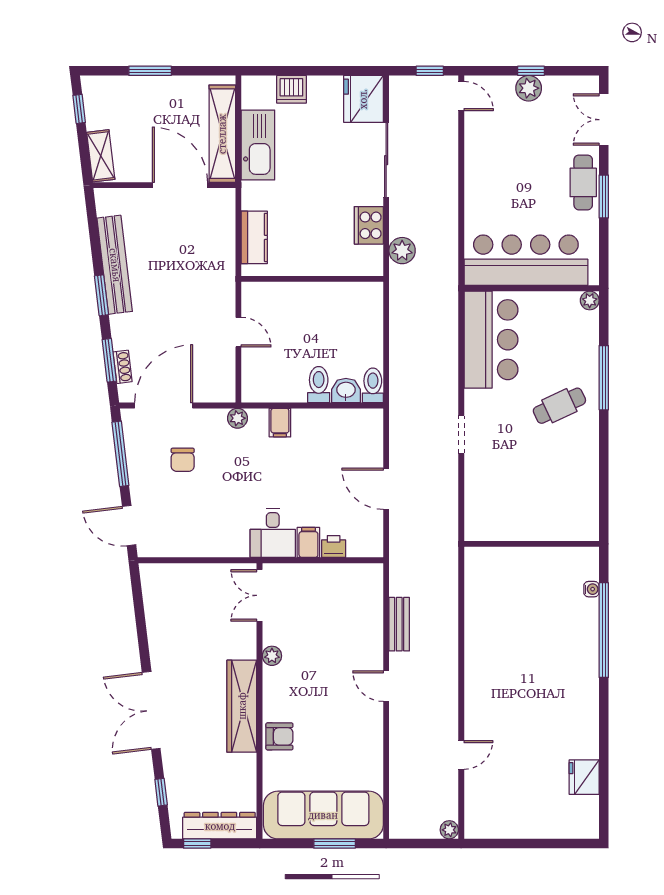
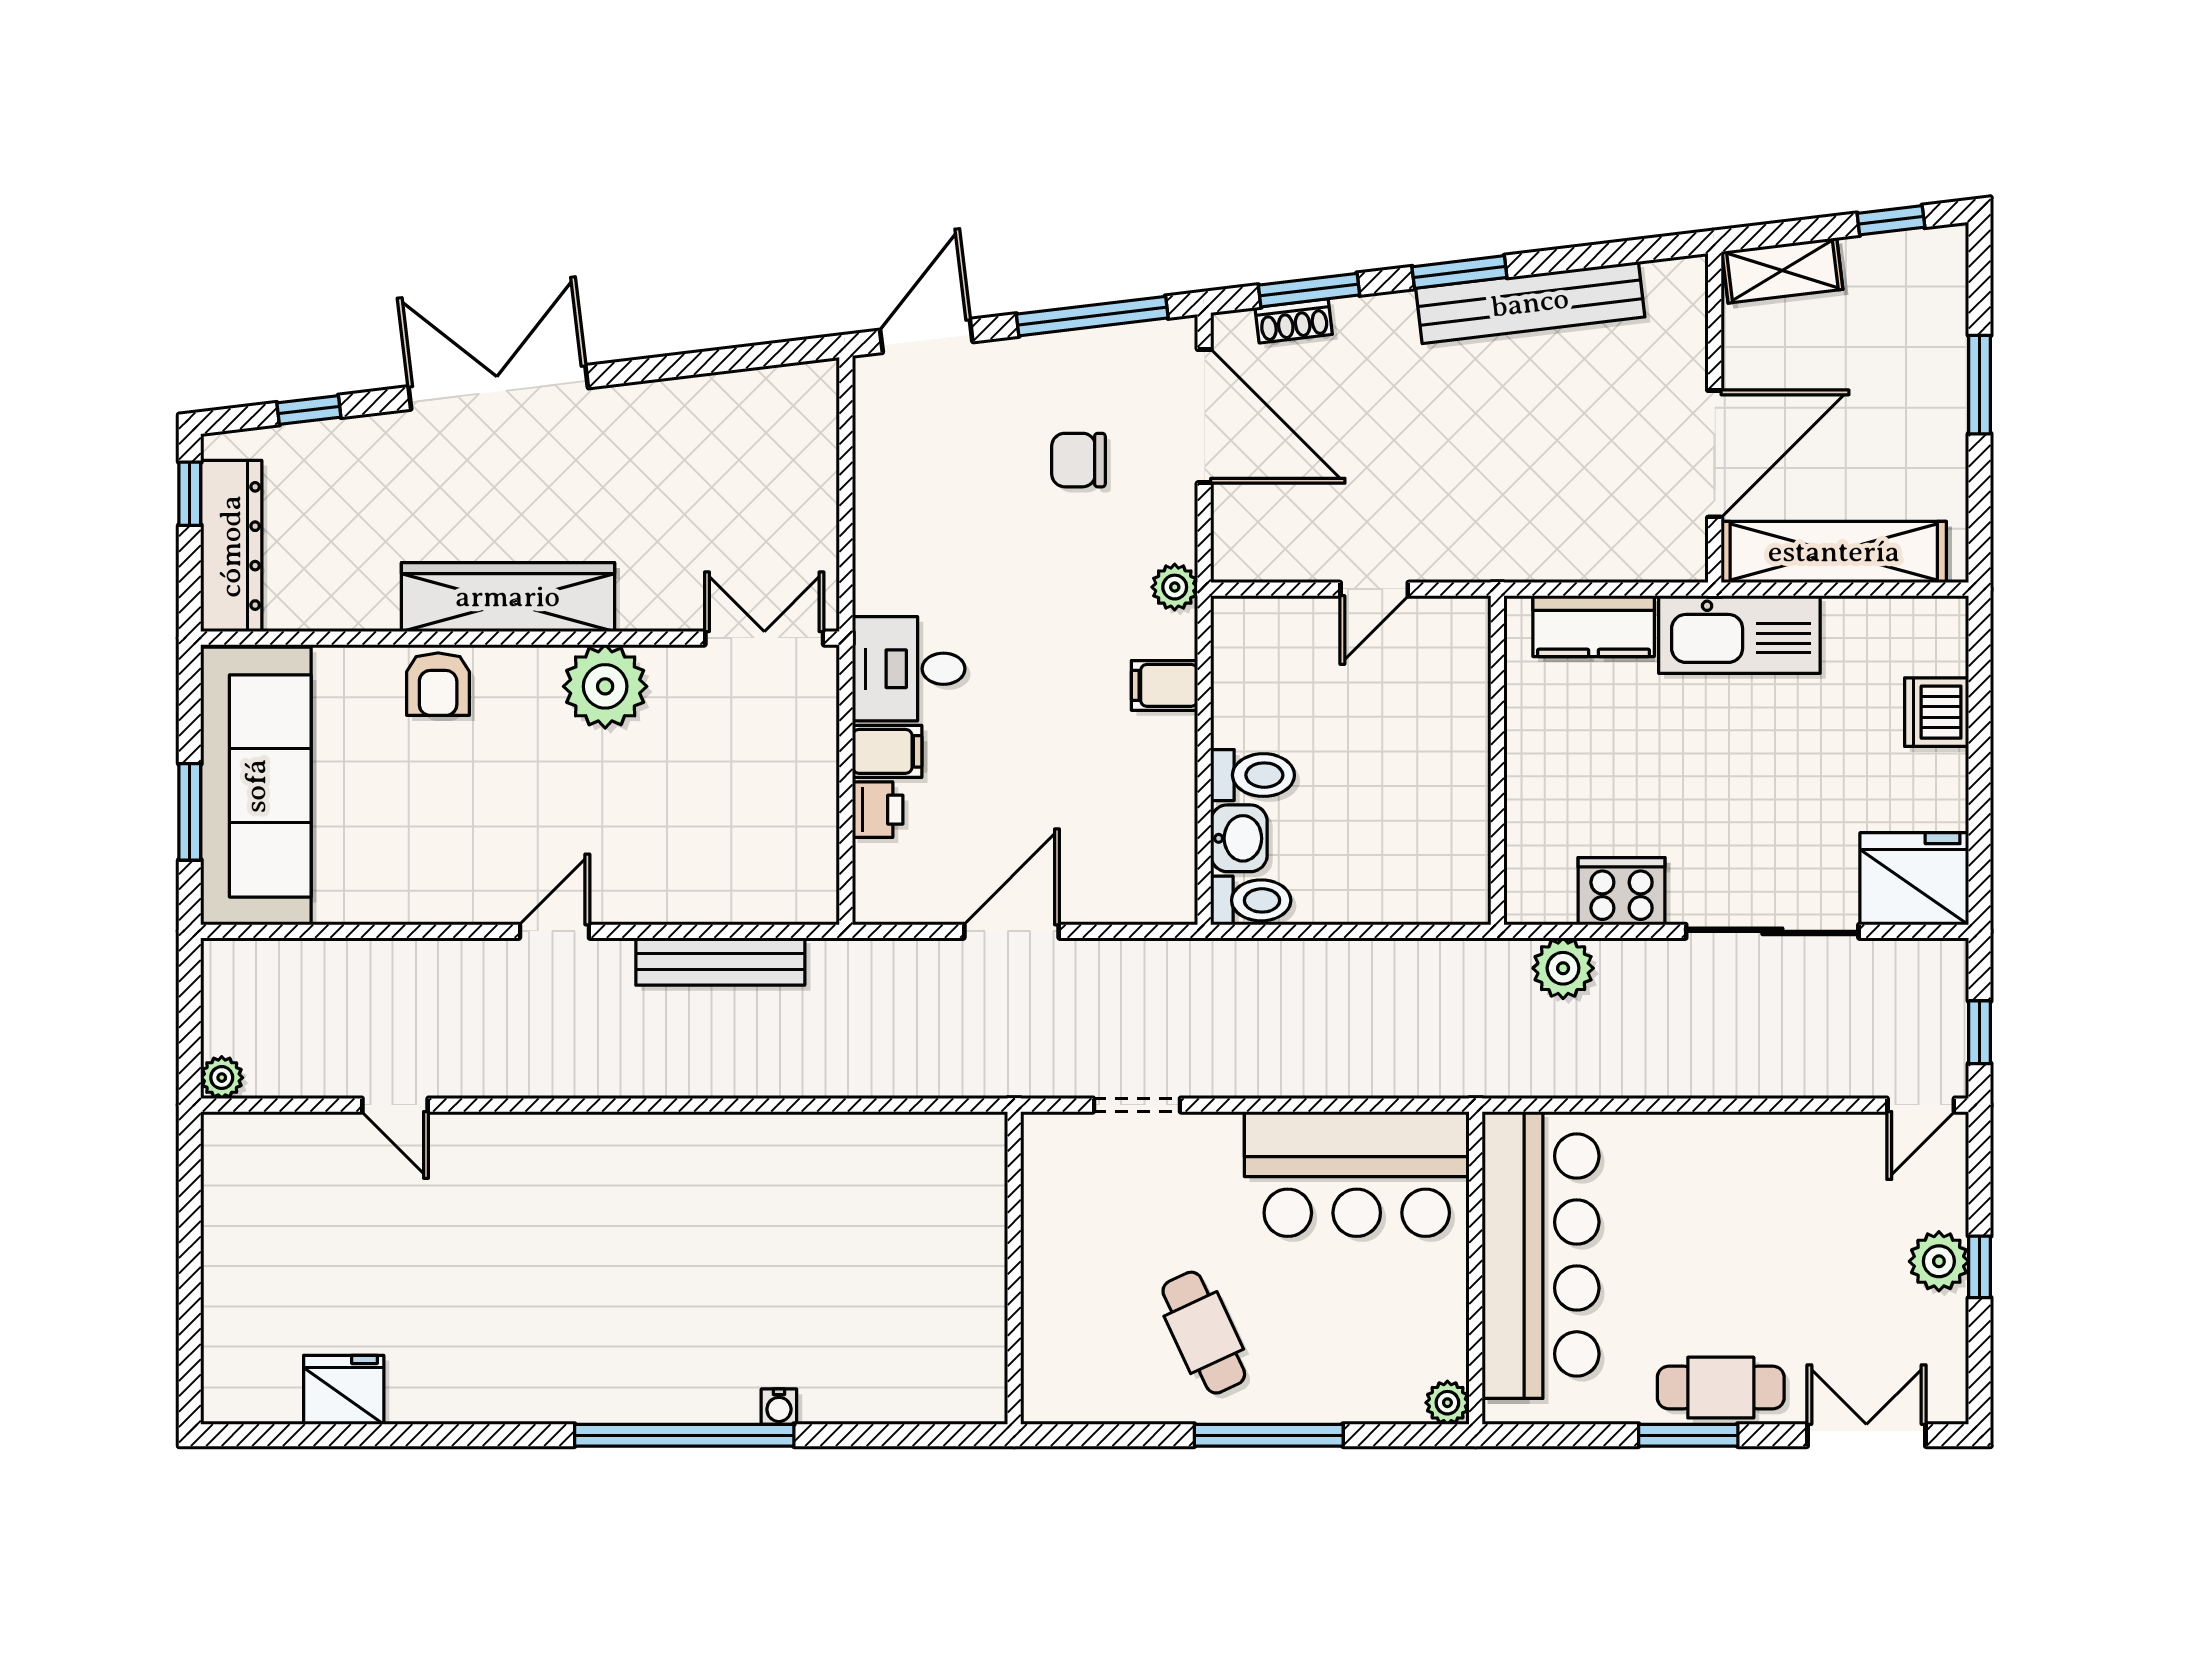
kitchen sink: (258, 145) -> (1739, 635), moved
wall: (532, 544) -> (1014, 1268), moved
bench: (399, 624) -> (720, 961), width x1.36
plant: (272, 656) -> (605, 686), width x1.88, depth x1.88

